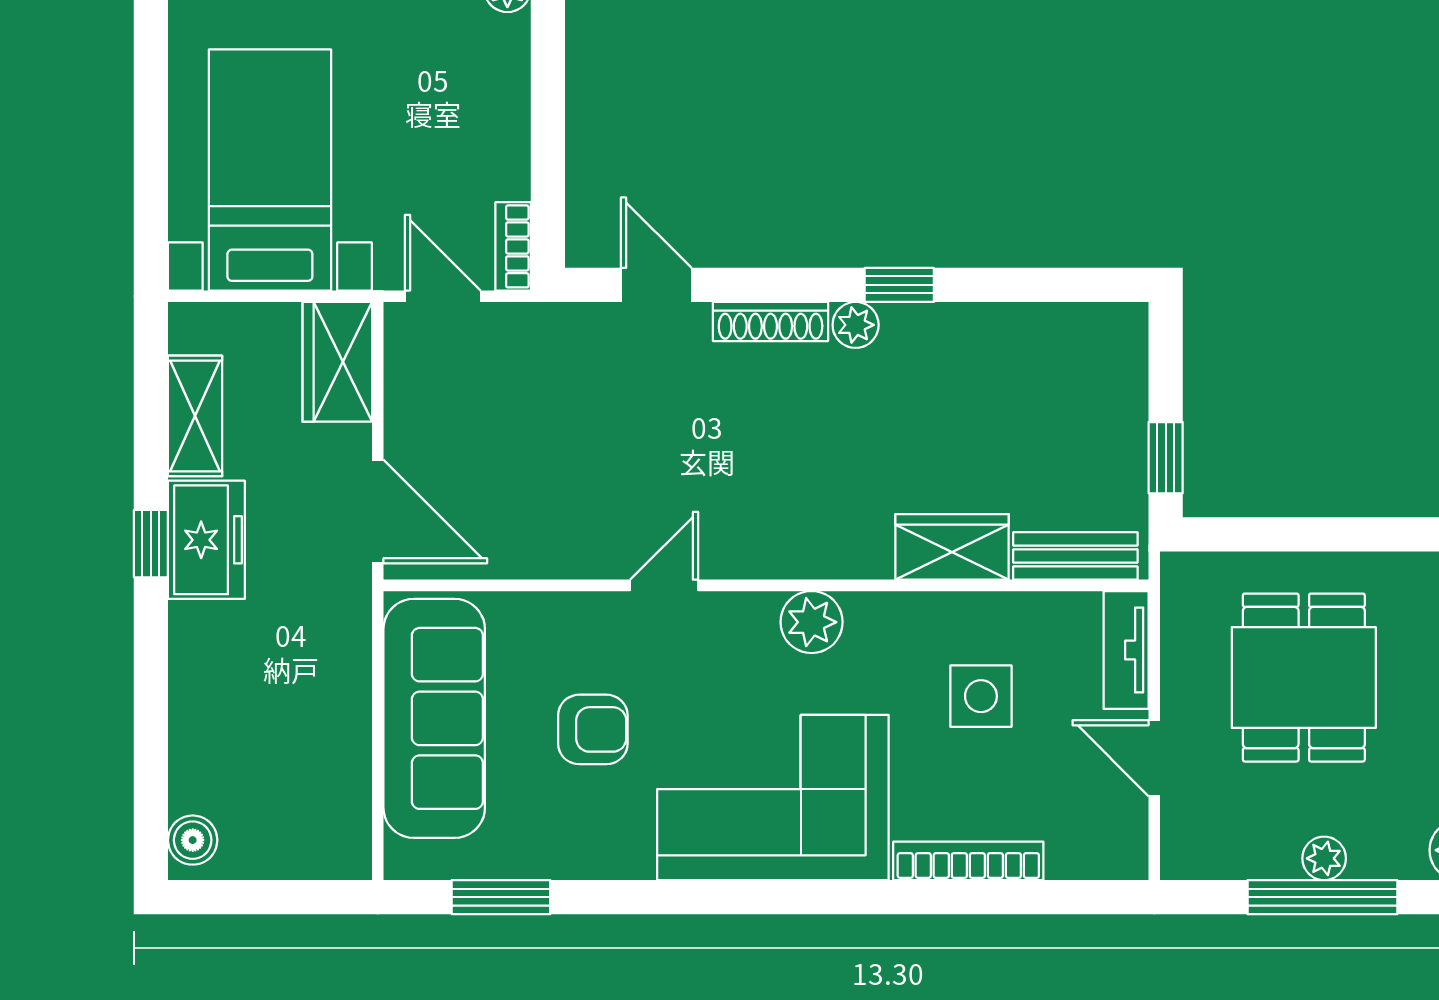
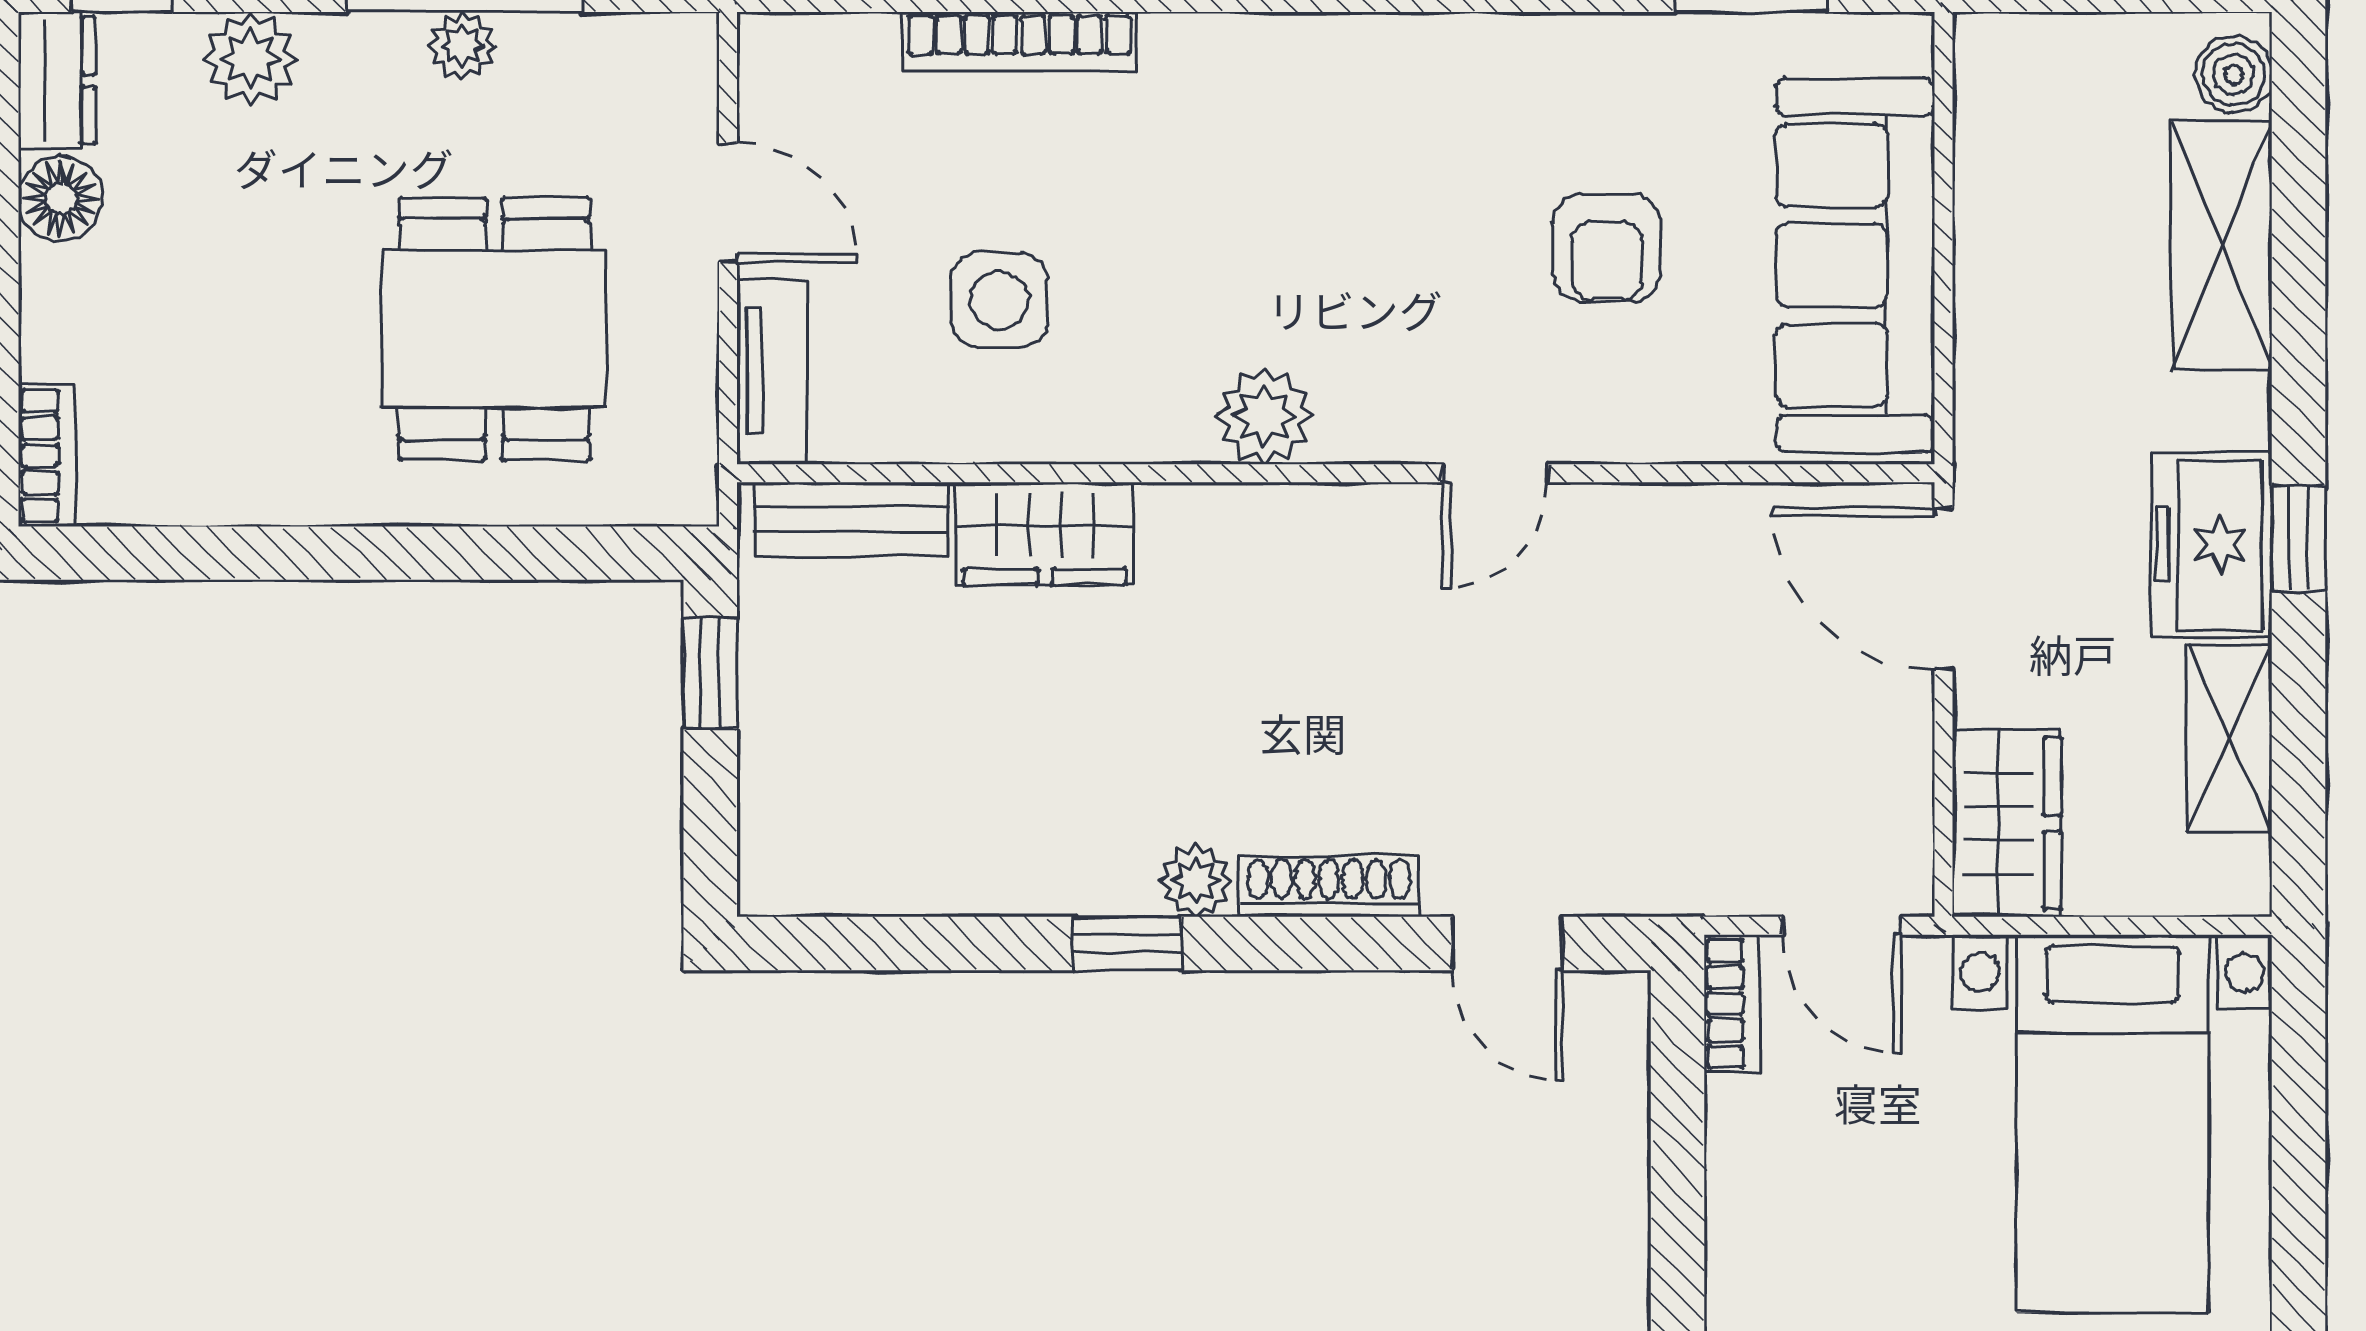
armchair: (593, 729) -> (1607, 248), turned -90
shelving: (200, 731) -> (2222, 246), added
corner sofa: (773, 798) -> (1325, 141), removed

